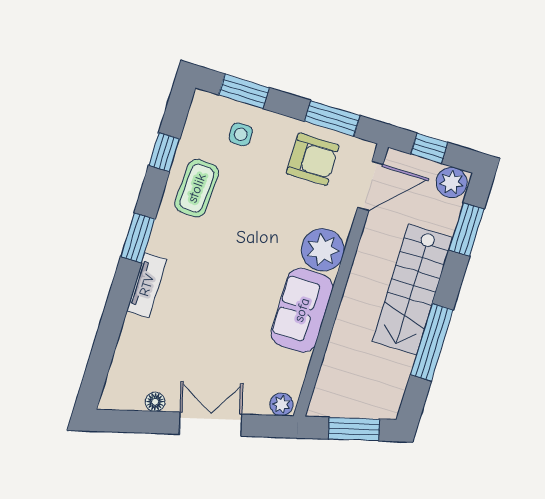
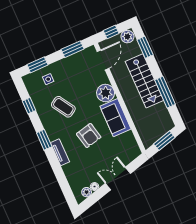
armchair: (313, 159) -> (89, 136), moved, turned 77
coffee table: (197, 188) -> (63, 107), moved, turned -35
plant: (281, 404) -> (87, 192), moved

